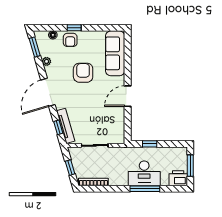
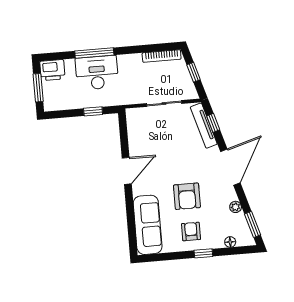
armchair: (70, 40) -> (191, 232), moved

